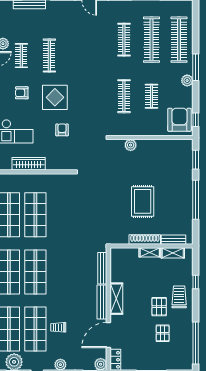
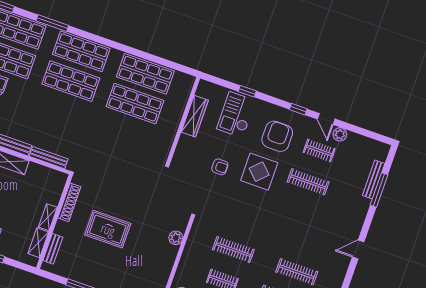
armchair: (22, 93) -> (277, 136), width x1.88, depth x1.88
shoe rack: (145, 239) -> (69, 202), moved

